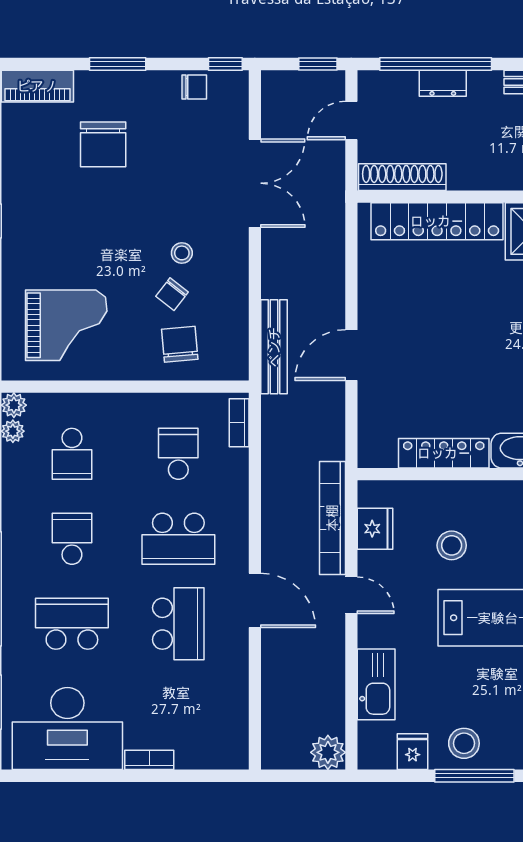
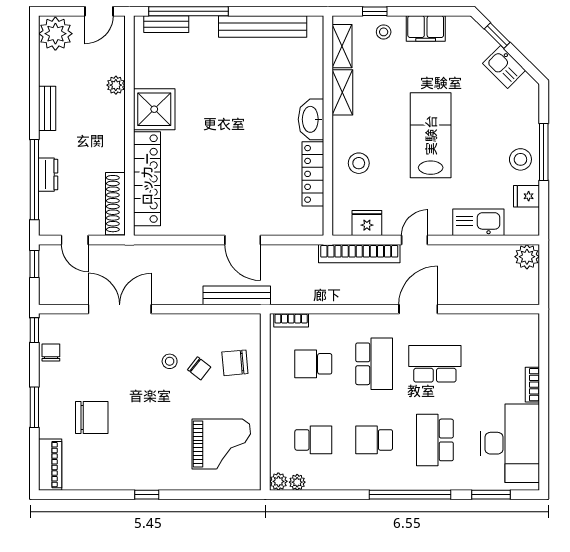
grand piano: (66, 325) -> (221, 444), turned 90
stool: (452, 545) -> (359, 163), moved

